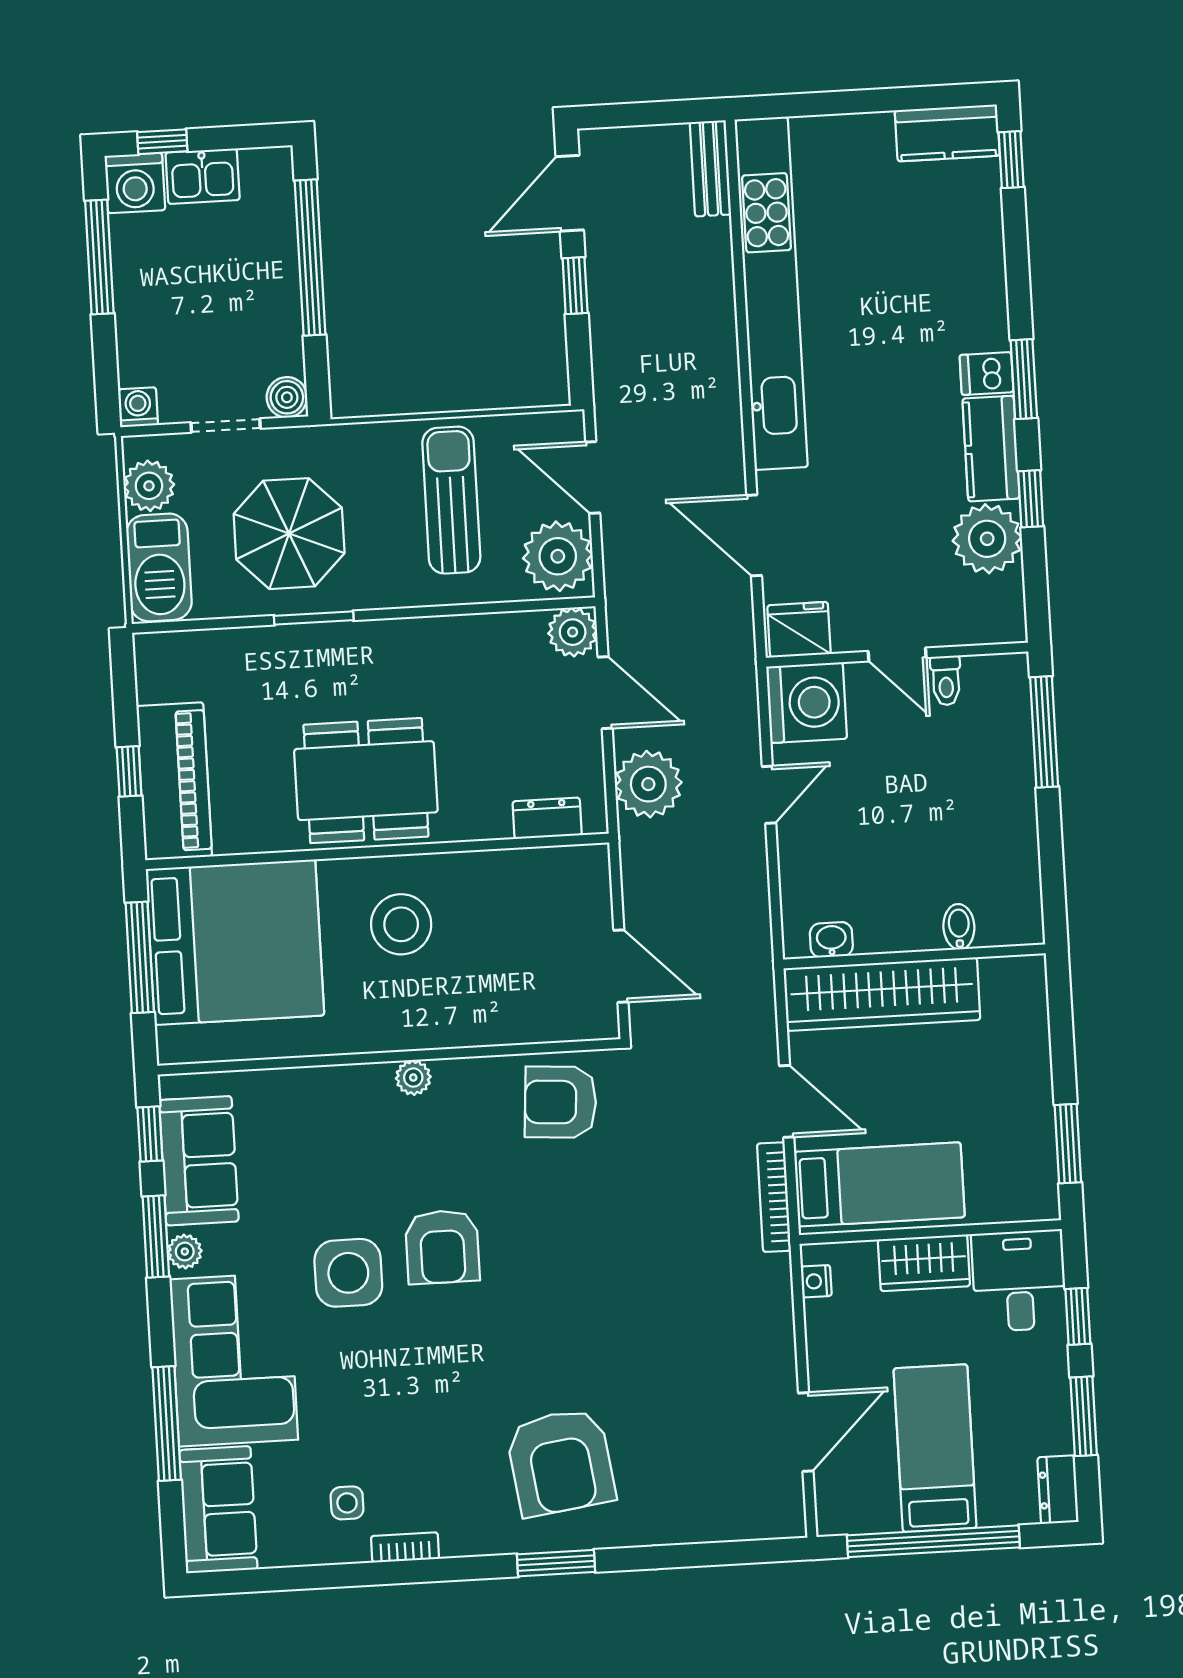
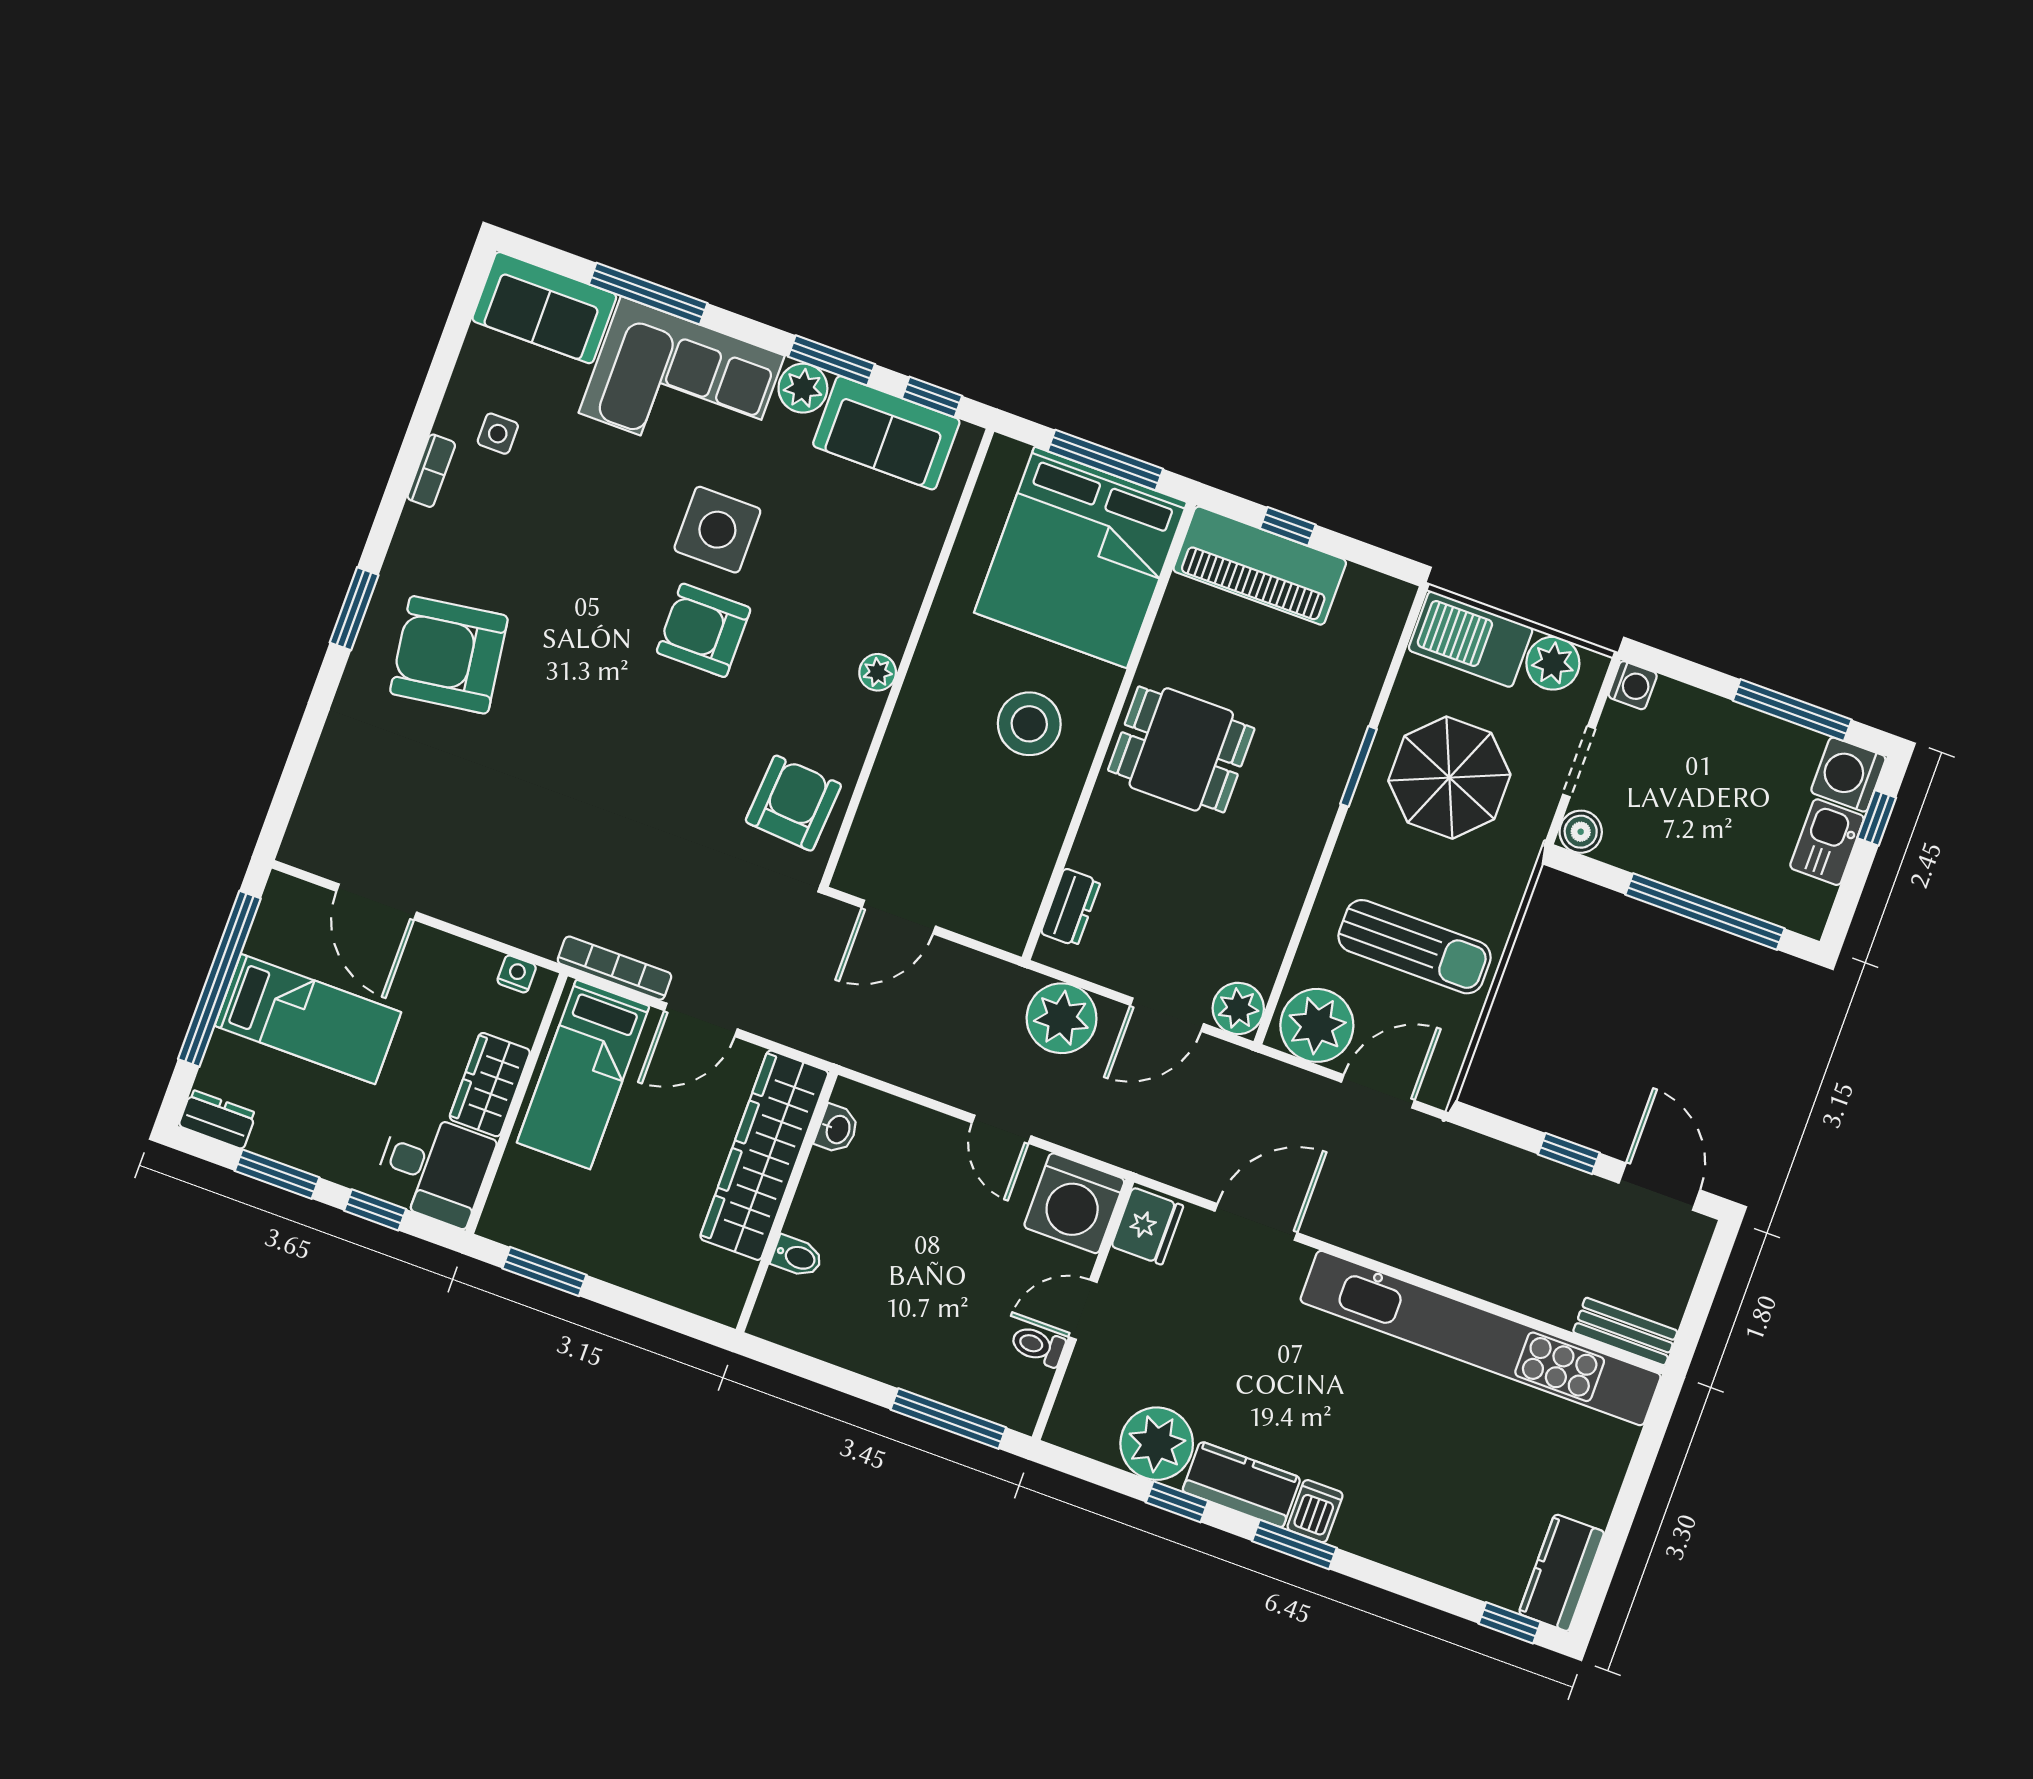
dining table: (366, 781) -> (1181, 749), width x0.73
plant: (185, 1252) -> (803, 388), width x1.38, depth x1.38

